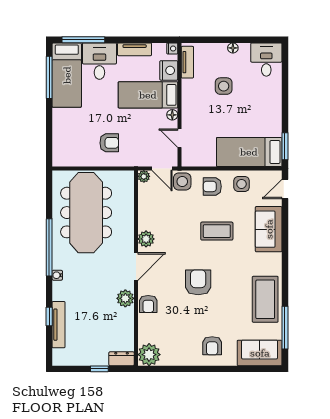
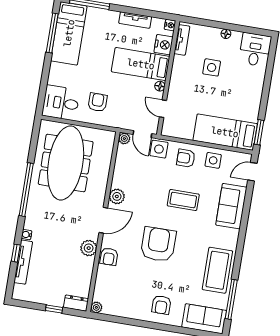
desk: (99, 61) -> (61, 103), moved, turned -90
armchair: (109, 143) -> (98, 102), turned -90
water cooler: (57, 275) -> (27, 235), moved
armchair: (198, 282) -> (158, 244), width x1.36, depth x1.36
plant: (149, 355) -> (96, 307), width x0.53, depth x0.53

